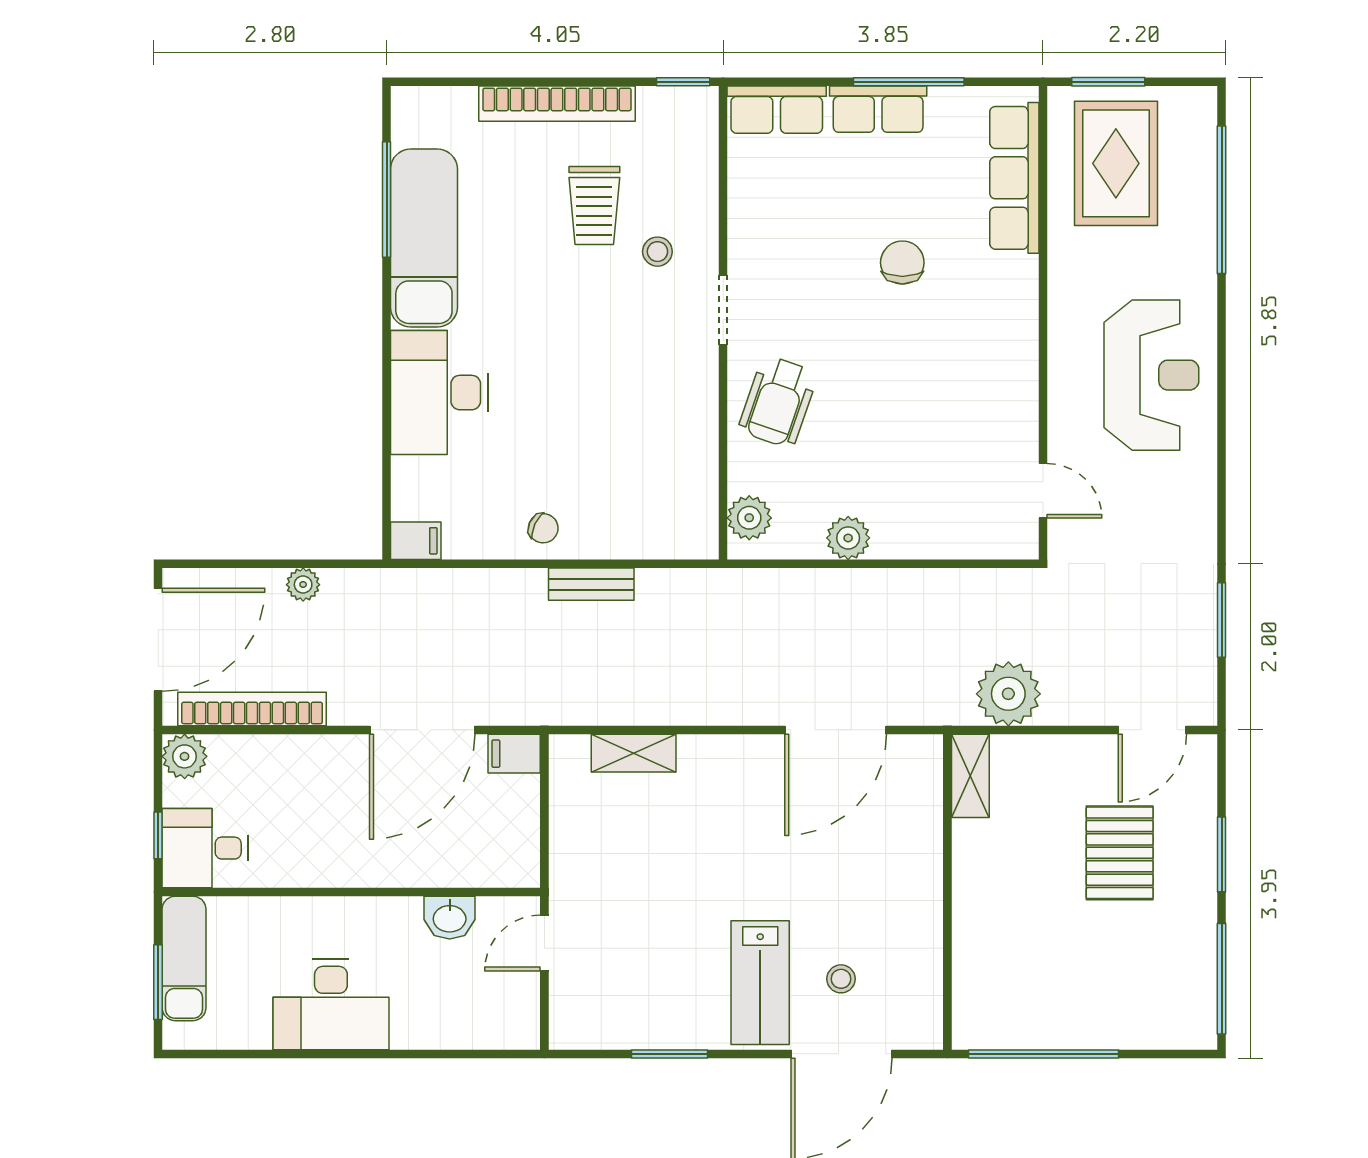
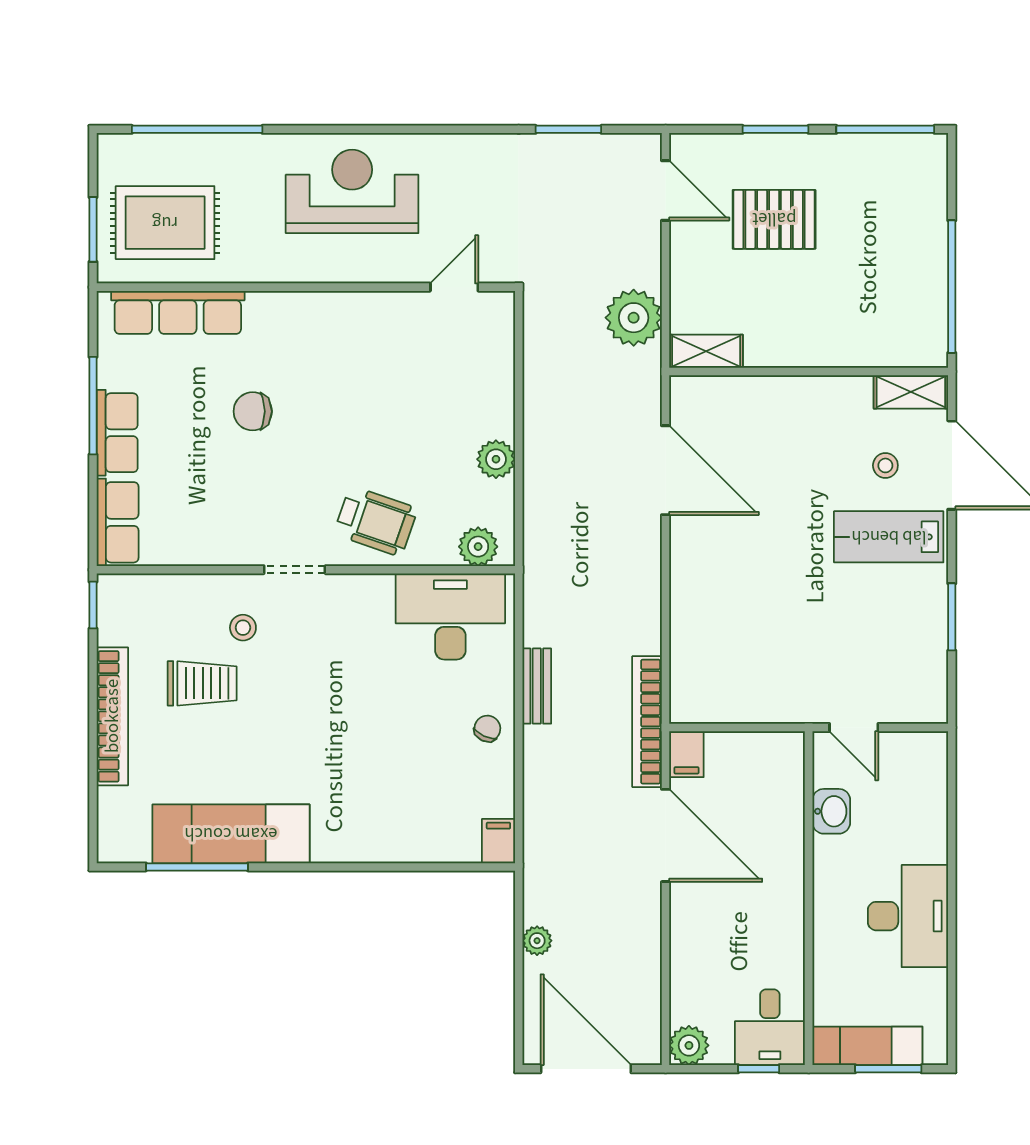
desk: (439, 393) -> (450, 616), moved, turned 180
bookcase: (252, 709) -> (647, 722), moved
shelving: (634, 753) -> (911, 392), moved, turned 90
lab bench: (760, 983) -> (889, 537), turned 180

